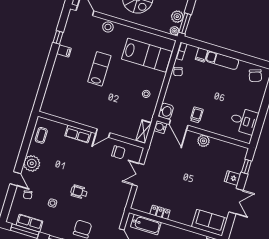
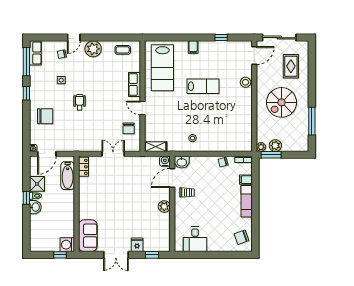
filing cabinet: (64, 51) -> (193, 47), moved
lab bench: (147, 55) -> (162, 68), moved
locker: (160, 212) -> (83, 167), moved
row of seats: (29, 223) -> (35, 53), moved

